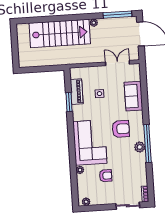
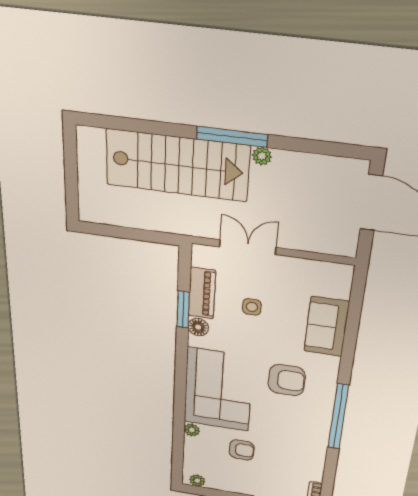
window: (117, 15) -> (232, 137), moved
double door: (117, 63) -> (248, 247), moved
floor lamp: (77, 110) -> (198, 327), added
plant: (140, 147) -> (320, 419), removed

